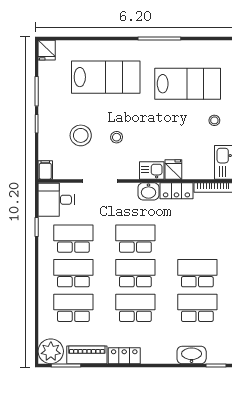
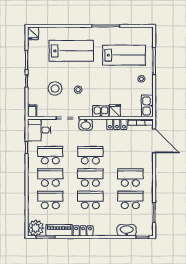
washbasin: (148, 191) -> (86, 125), moved

